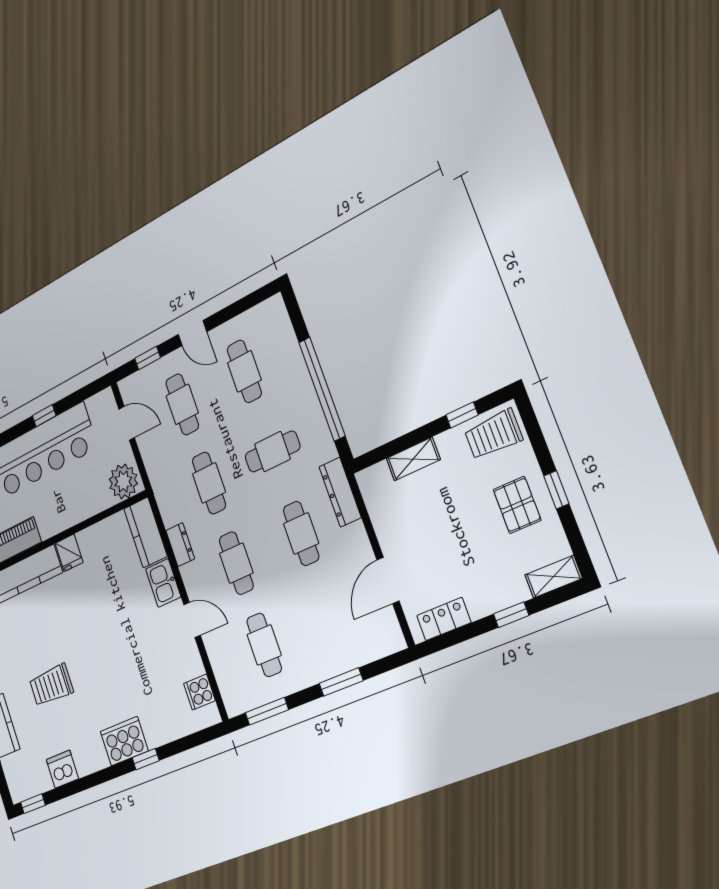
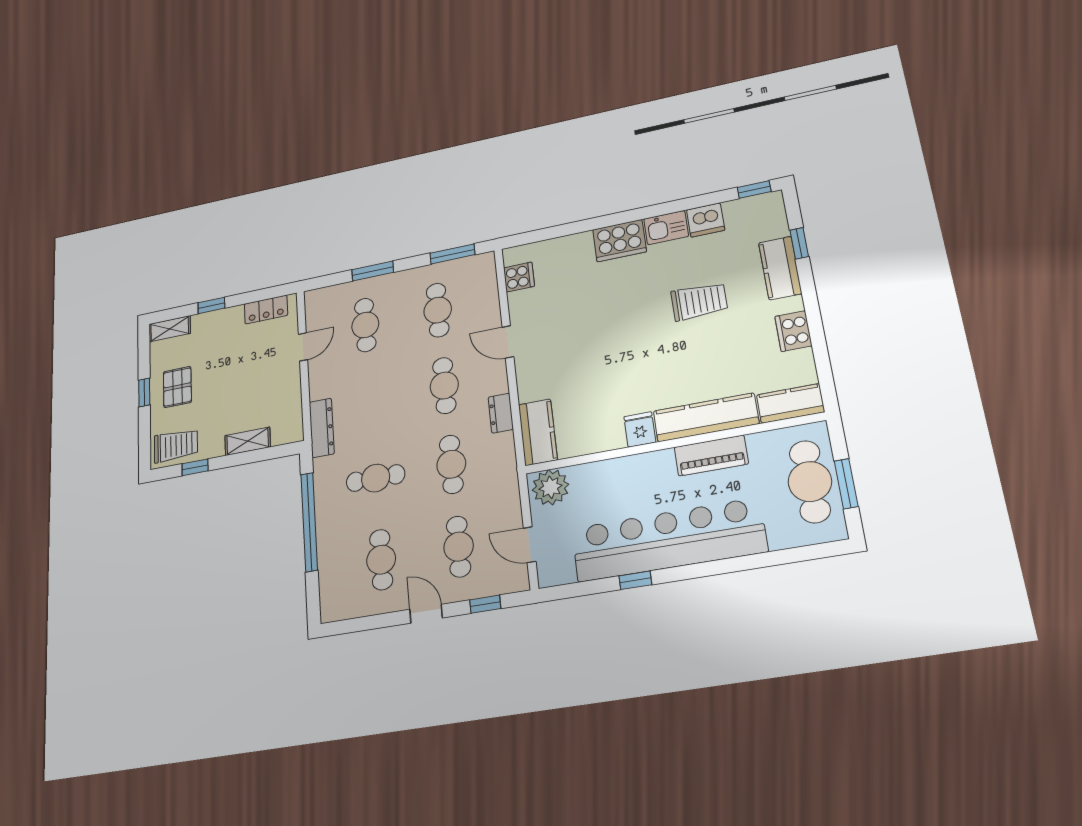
cafe table: (301, 533) -> (365, 325), moved
door: (388, 580) -> (303, 347), width x0.73
kitchen sink: (163, 583) -> (666, 228), moved, turned 90
window: (146, 759) -> (598, 223), removed

